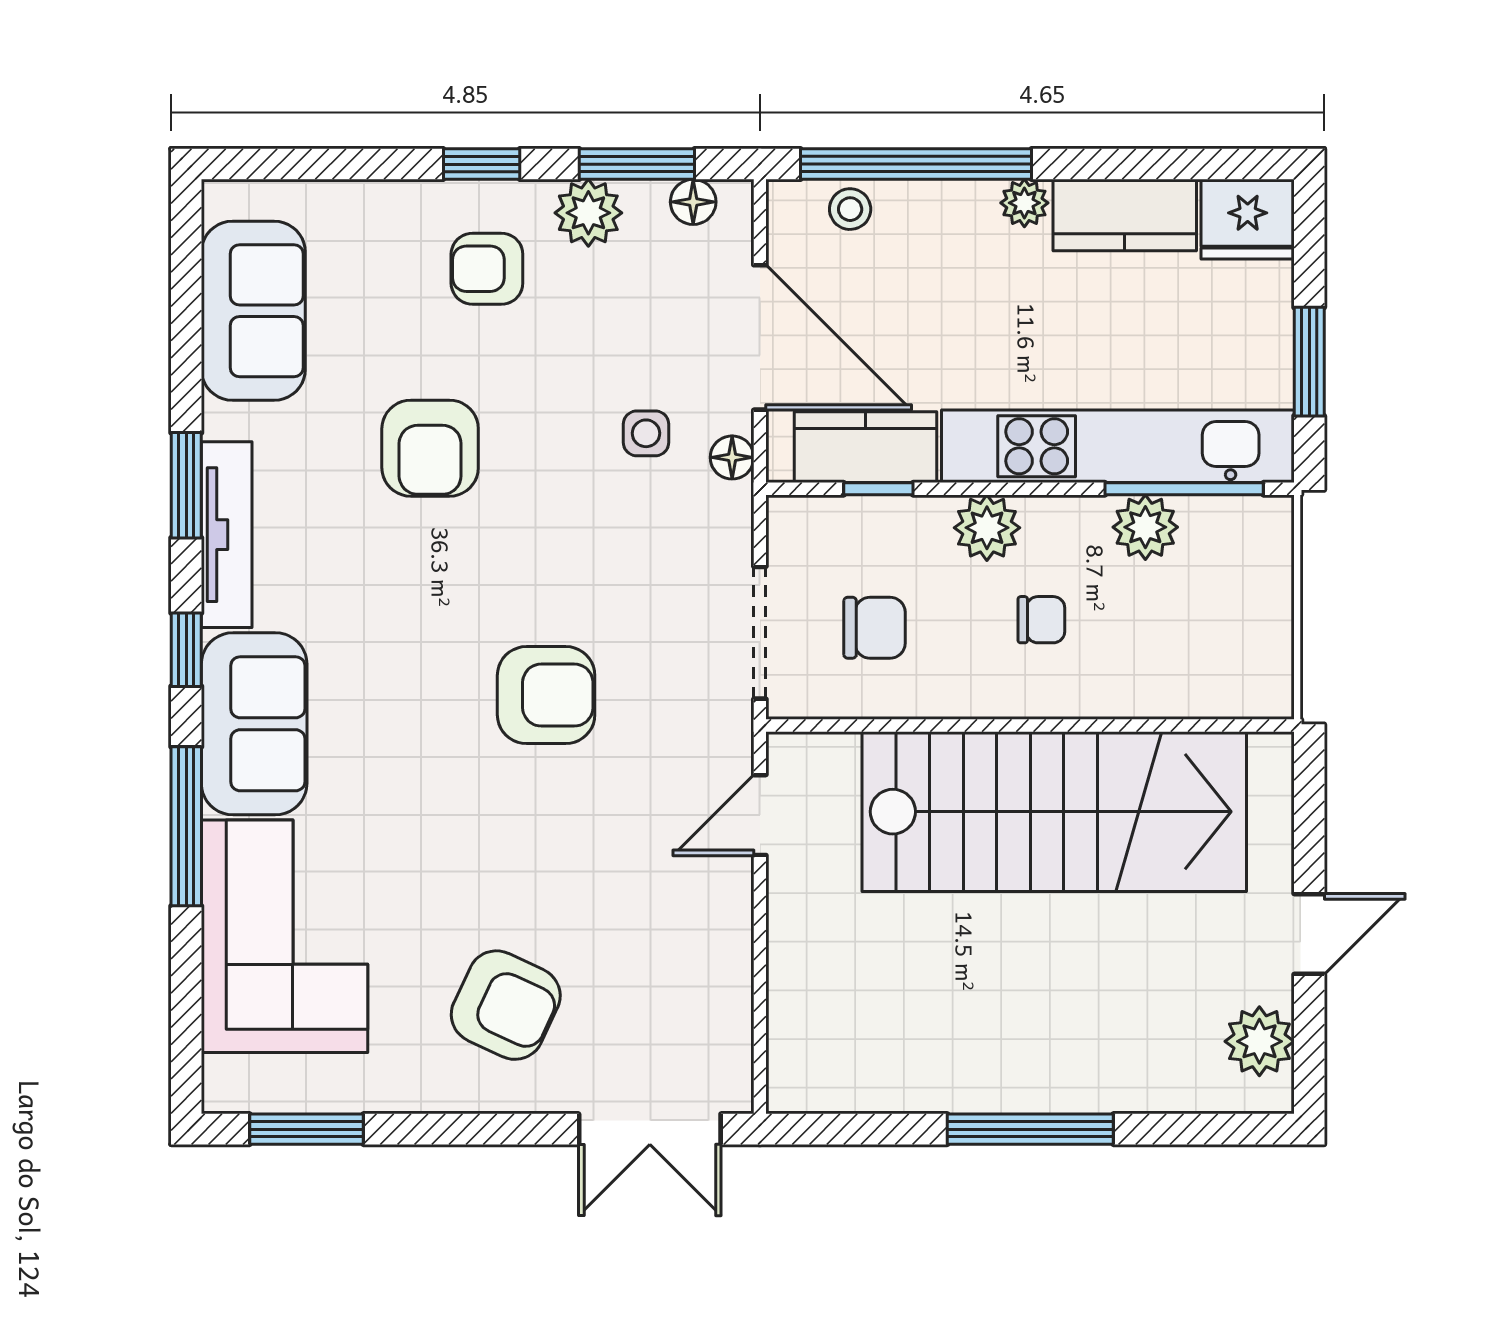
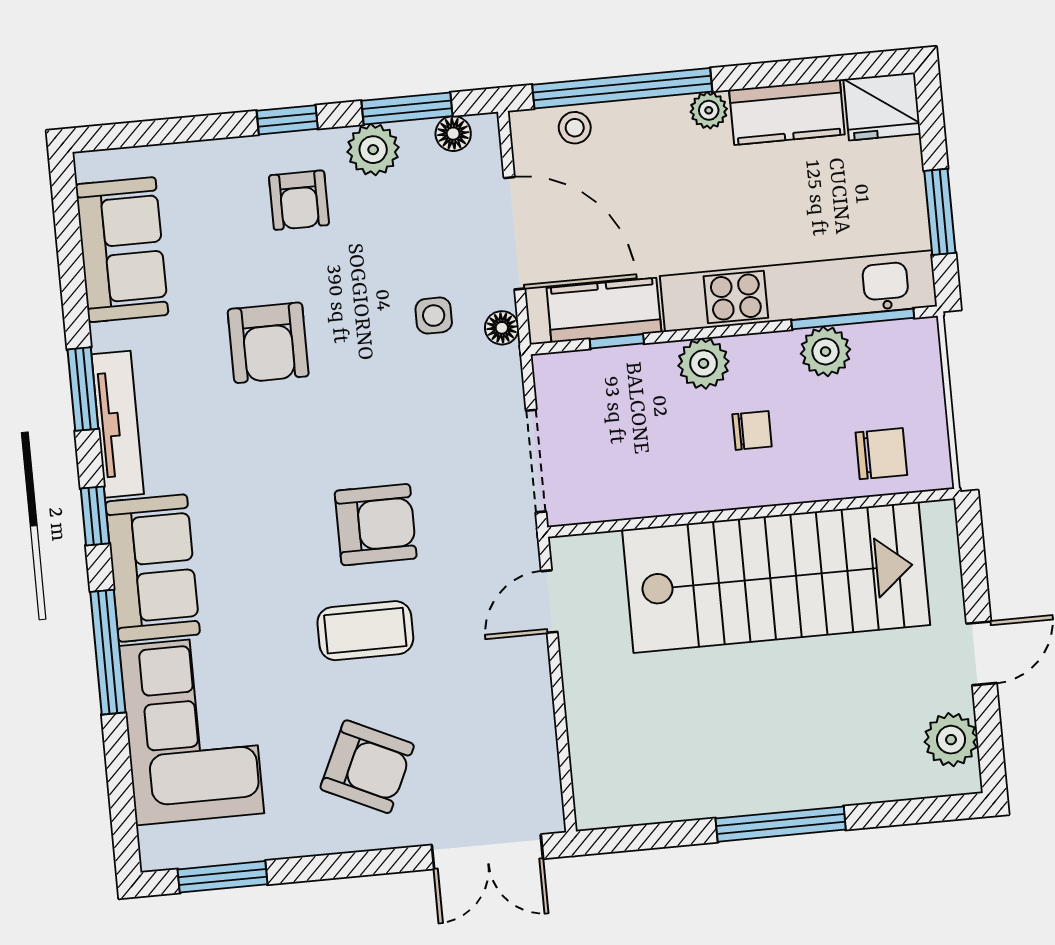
armchair: (487, 269) -> (299, 200), turned -90
chair: (875, 628) -> (881, 454), moved
coffee table: (520, 830) -> (365, 631), added

